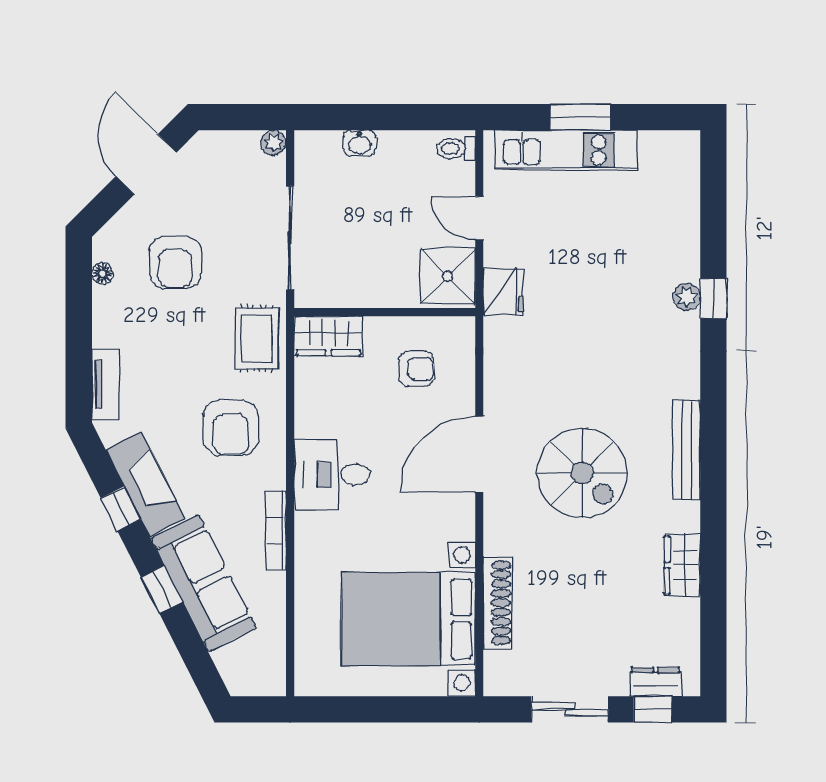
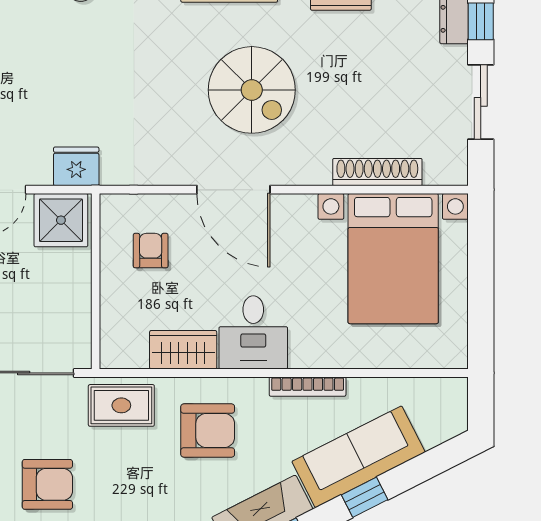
wardrobe: (329, 336) -> (183, 350), moved, turned -90
spiral stairs: (582, 473) -> (252, 90), turned 90

